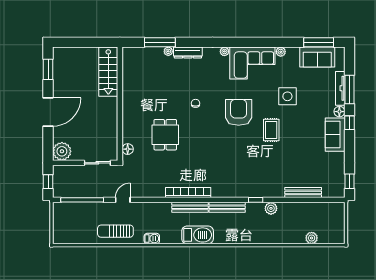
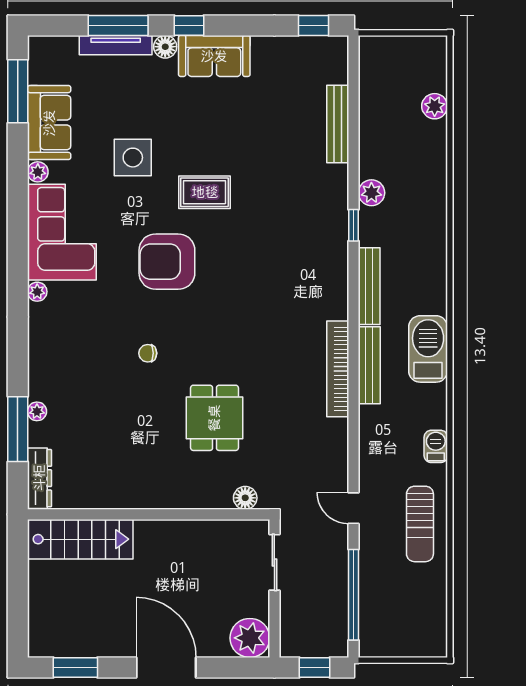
dresser: (188, 52) -> (39, 478), moved
sofa: (317, 57) -> (49, 123), moved
dining table: (165, 135) -> (214, 418), turned 90

